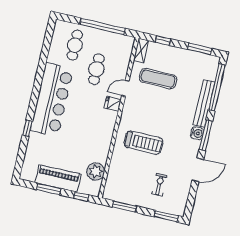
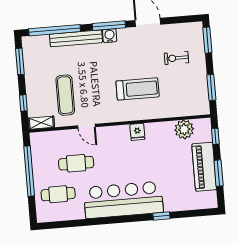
fridge: (113, 104) -> (137, 132), moved
treadmill: (143, 143) -> (138, 89), turned 90

